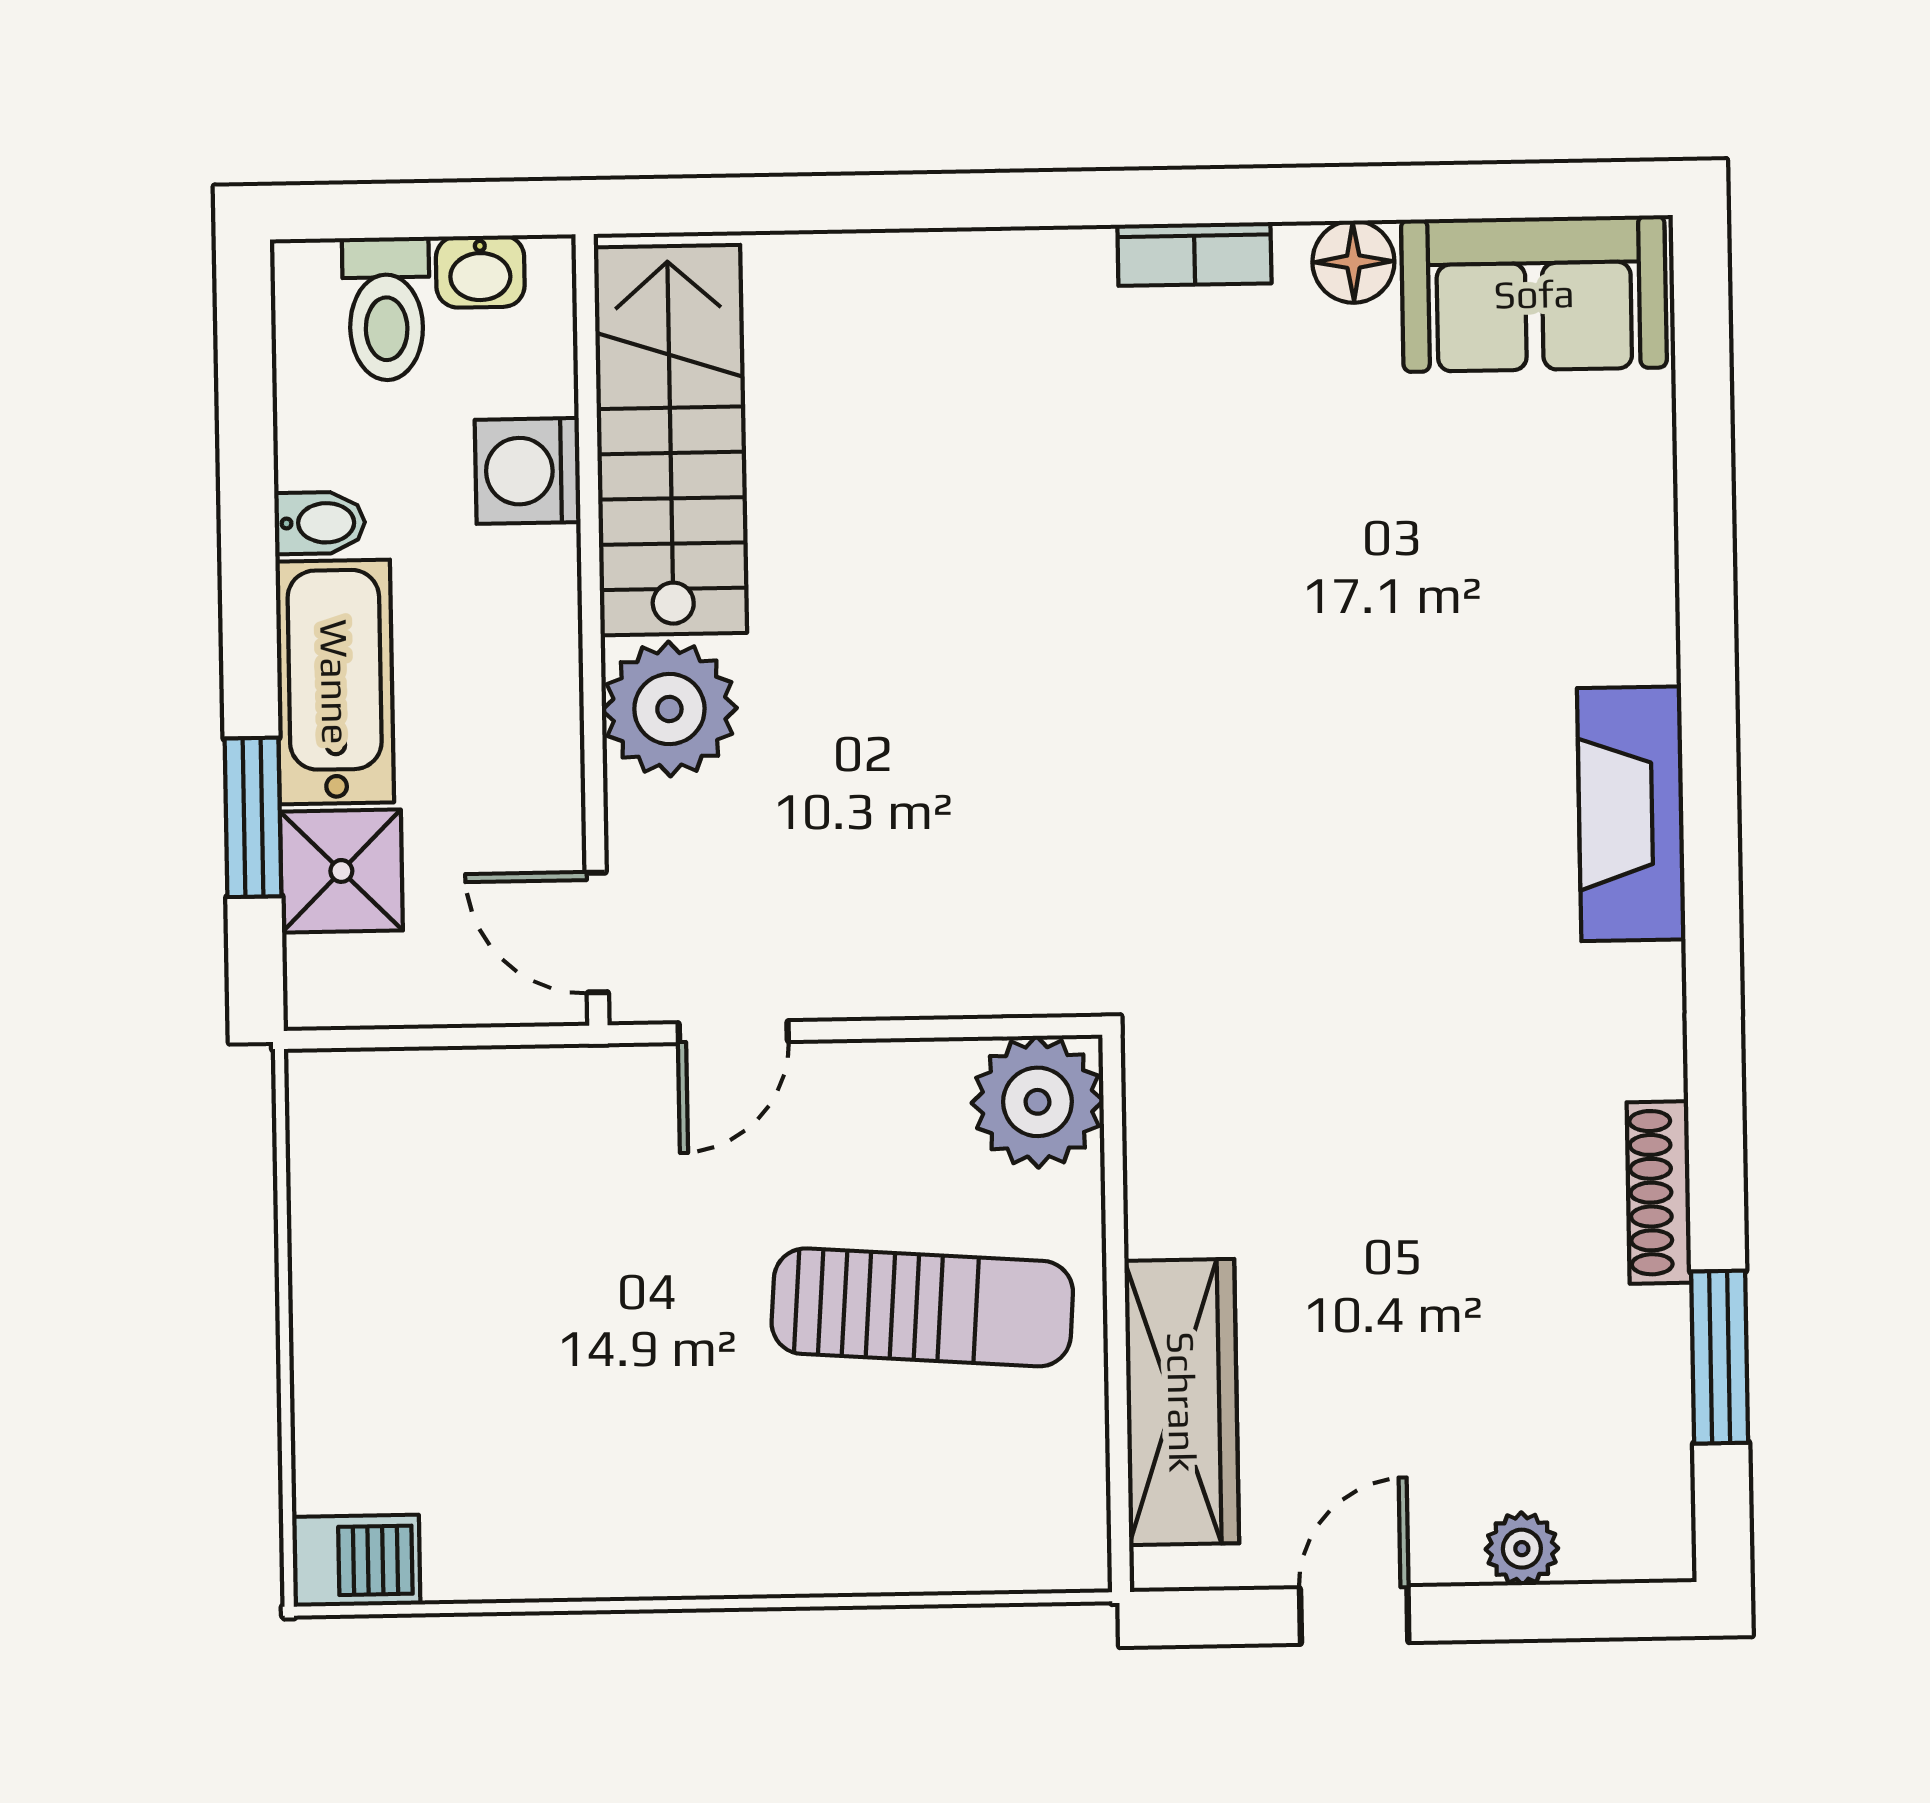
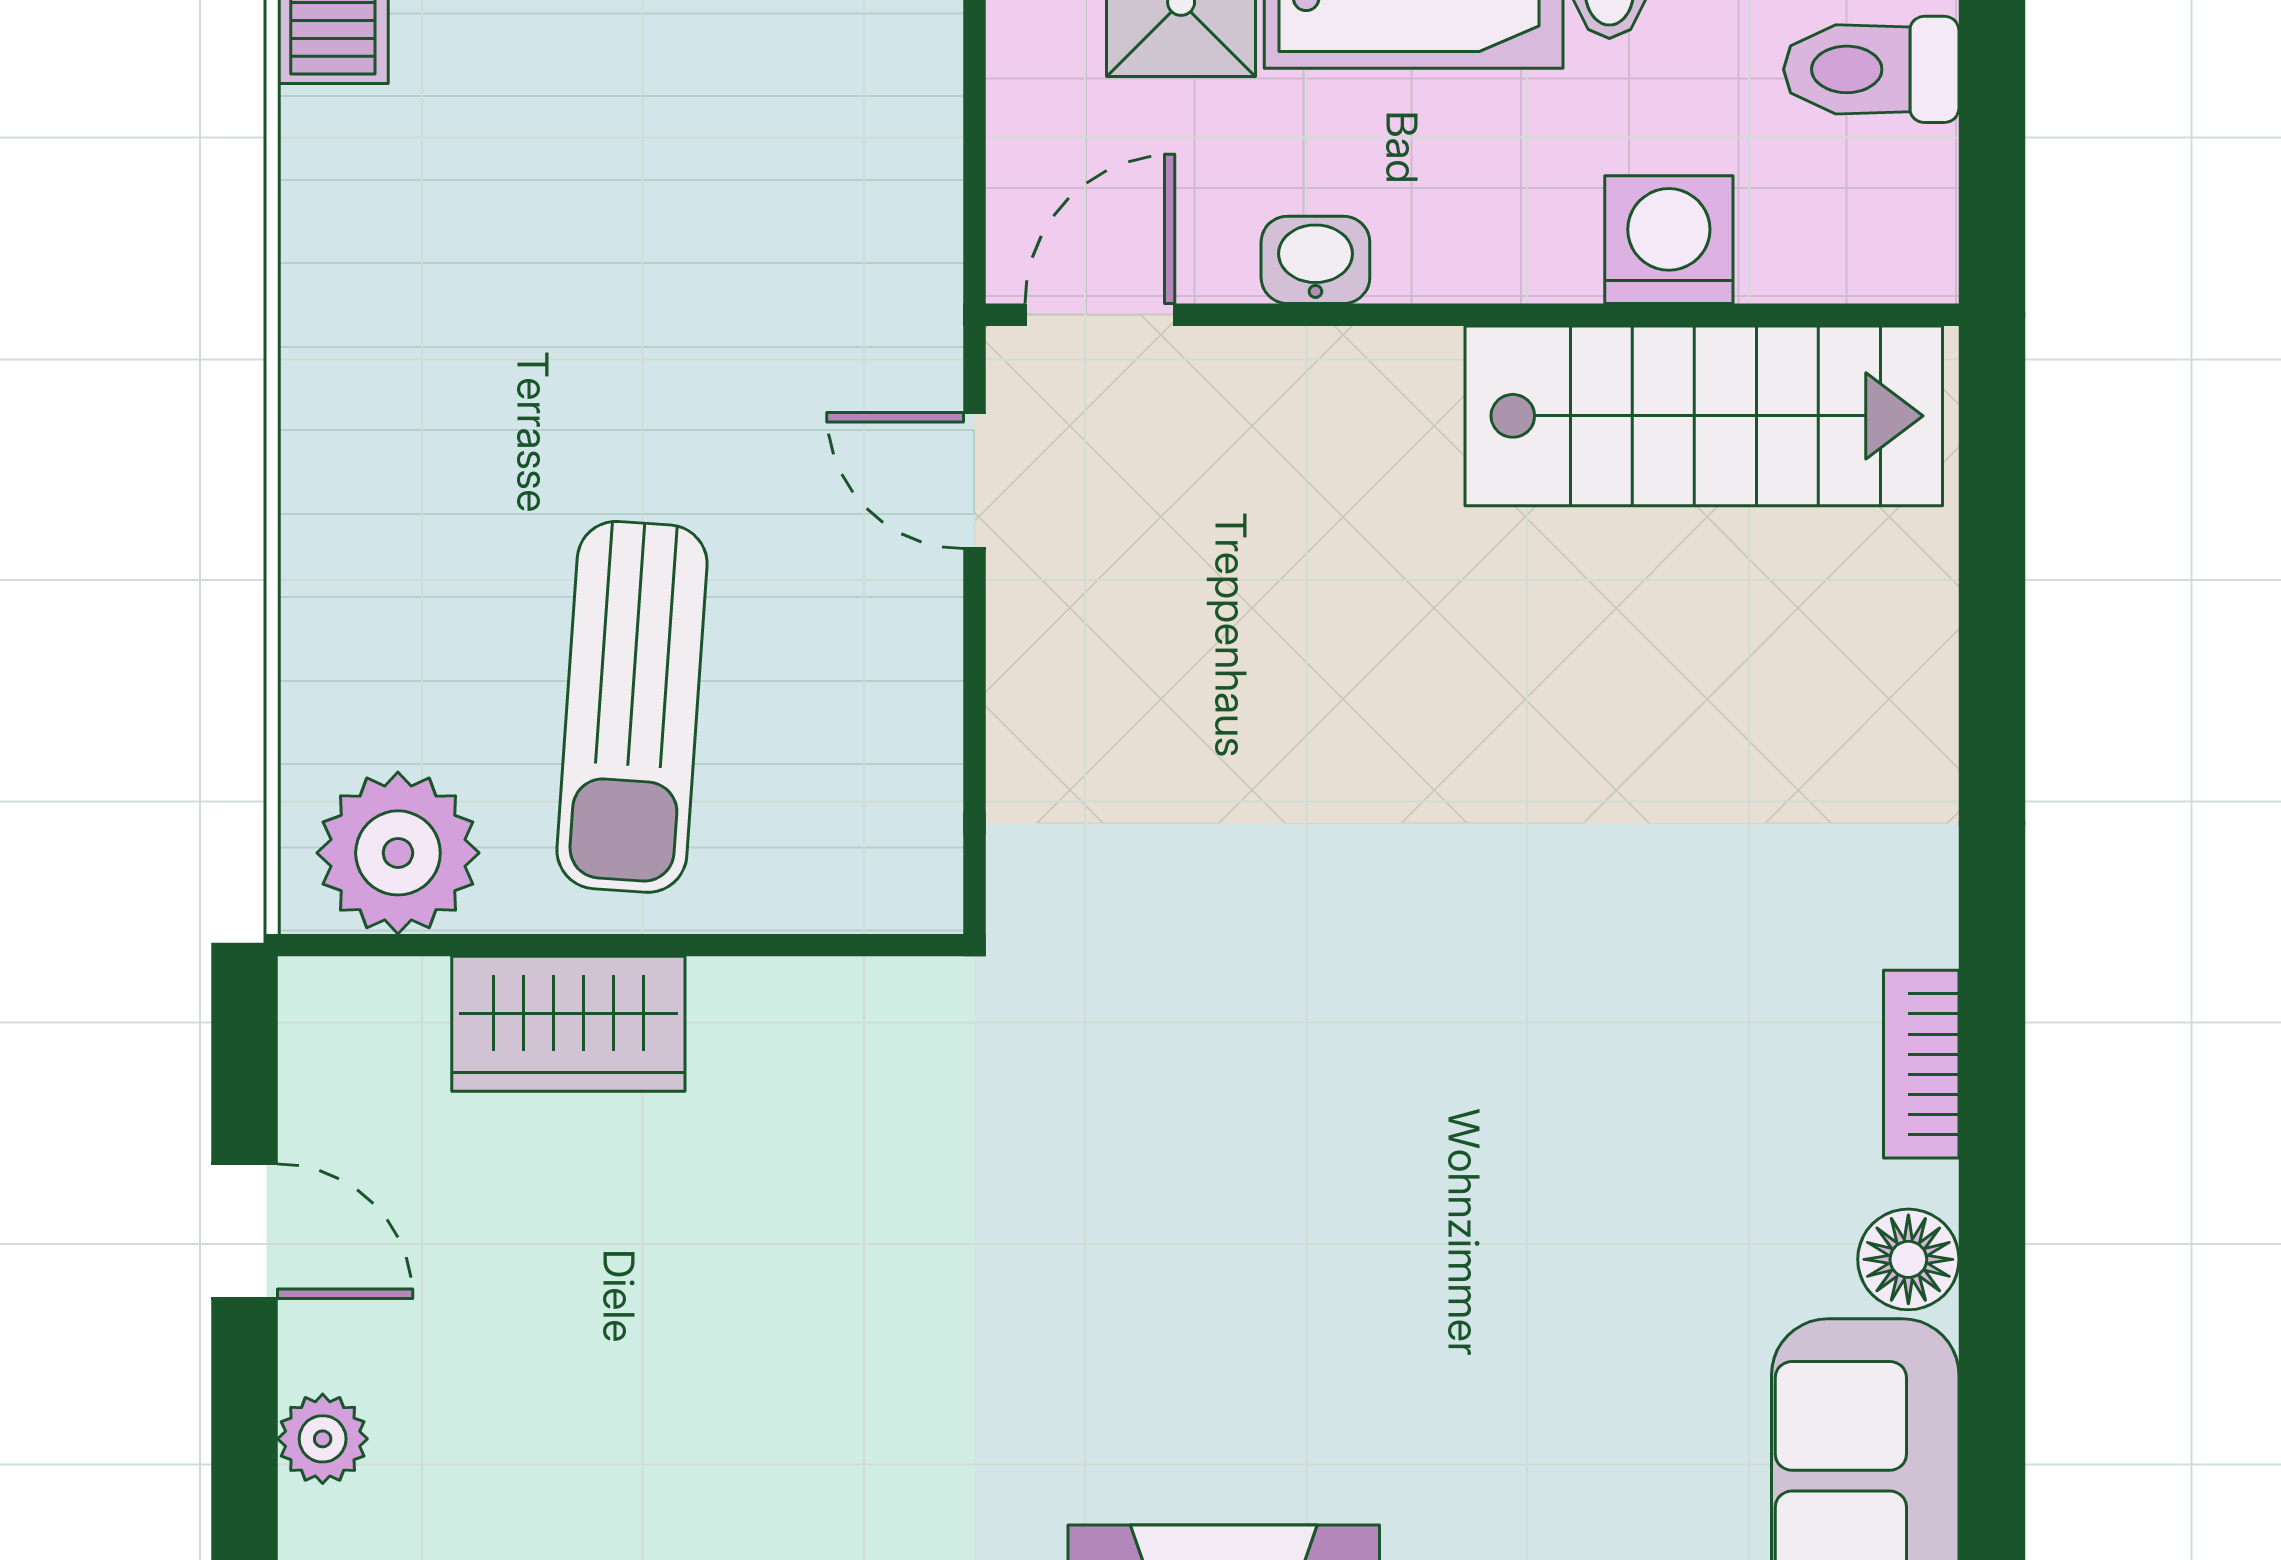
washbasin: (480, 272) -> (1315, 260), moved, turned 90
plant: (669, 709) -> (1373, 409), removed
plant: (1037, 1102) -> (398, 853), moved
wardrobe: (1182, 1402) -> (568, 1024), width x0.67

